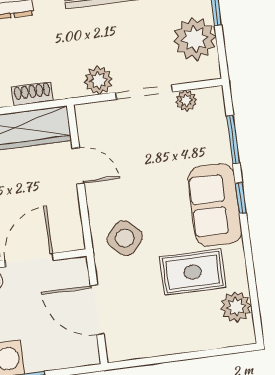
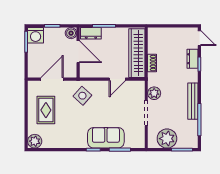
plant: (186, 101) -> (140, 131), removed
sofa: (215, 205) -> (106, 138), moved
rug: (193, 272) -> (46, 110), moved
plant: (236, 307) -> (35, 141), moved

